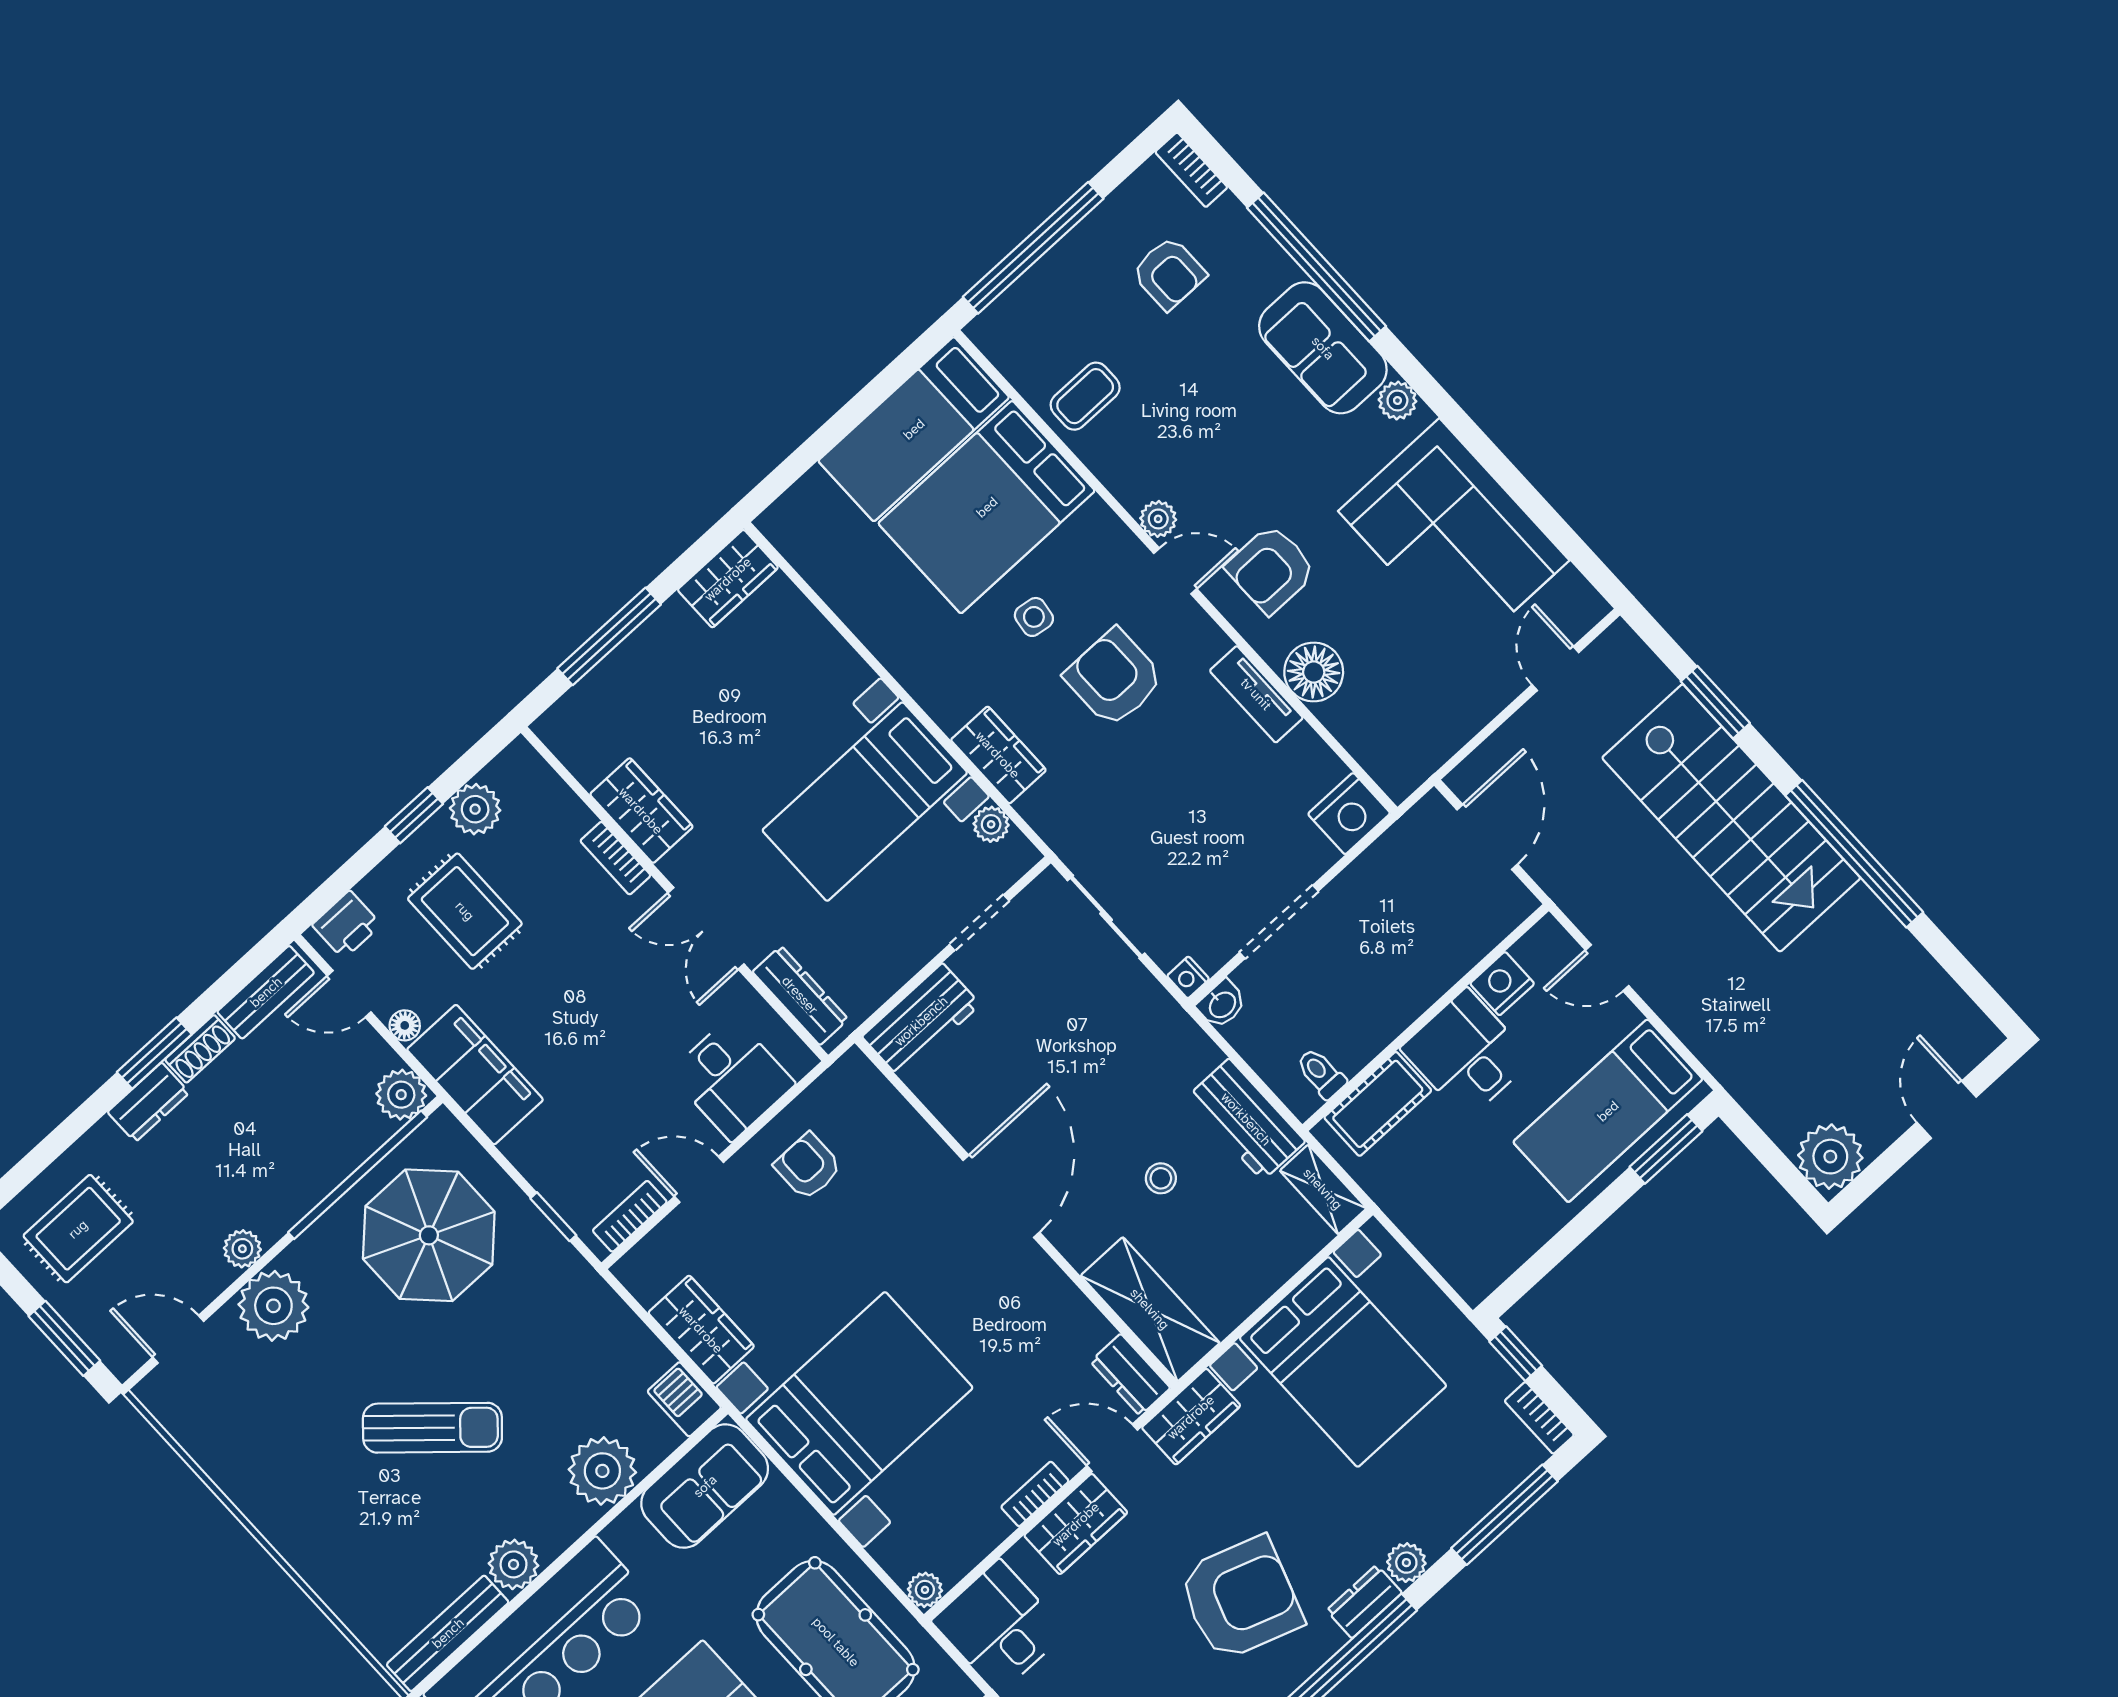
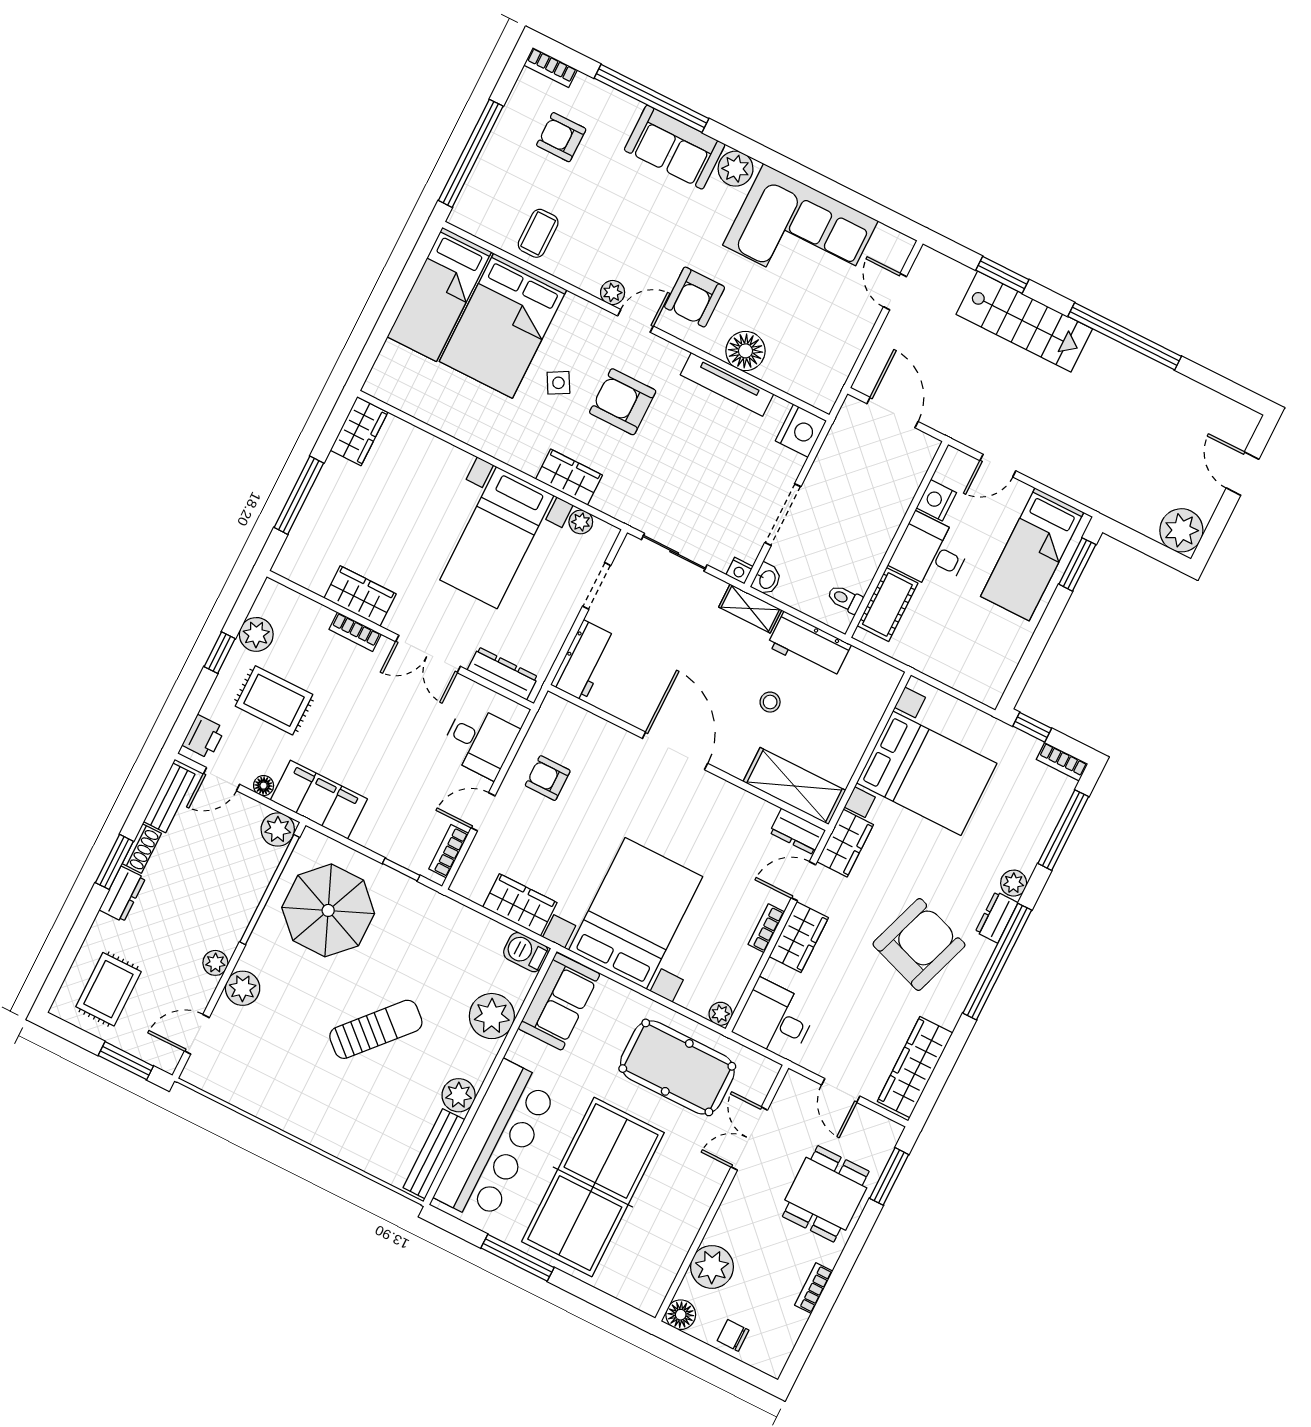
armchair: (1169, 273) -> (561, 137), turned 180
plant: (1397, 400) -> (736, 169), width x1.38, depth x1.38
side table: (1034, 617) -> (558, 383), turned -37
tv unit: (1256, 694) -> (727, 384), width x1.41
stairs: (1731, 818) -> (1024, 322), width x0.73, depth x0.66
shelving: (1323, 1189) -> (750, 608), moved
plant: (273, 1306) -> (243, 988), width x0.73, depth x0.73

